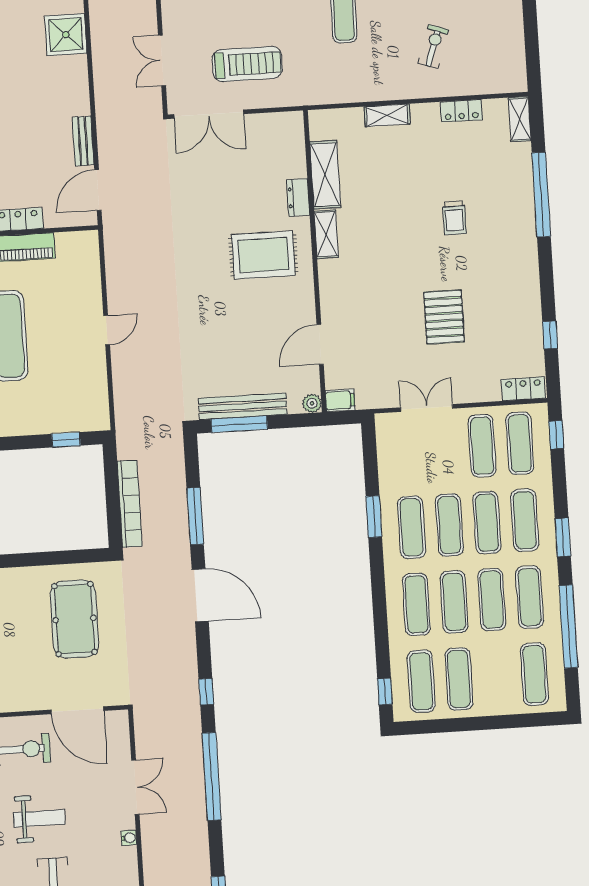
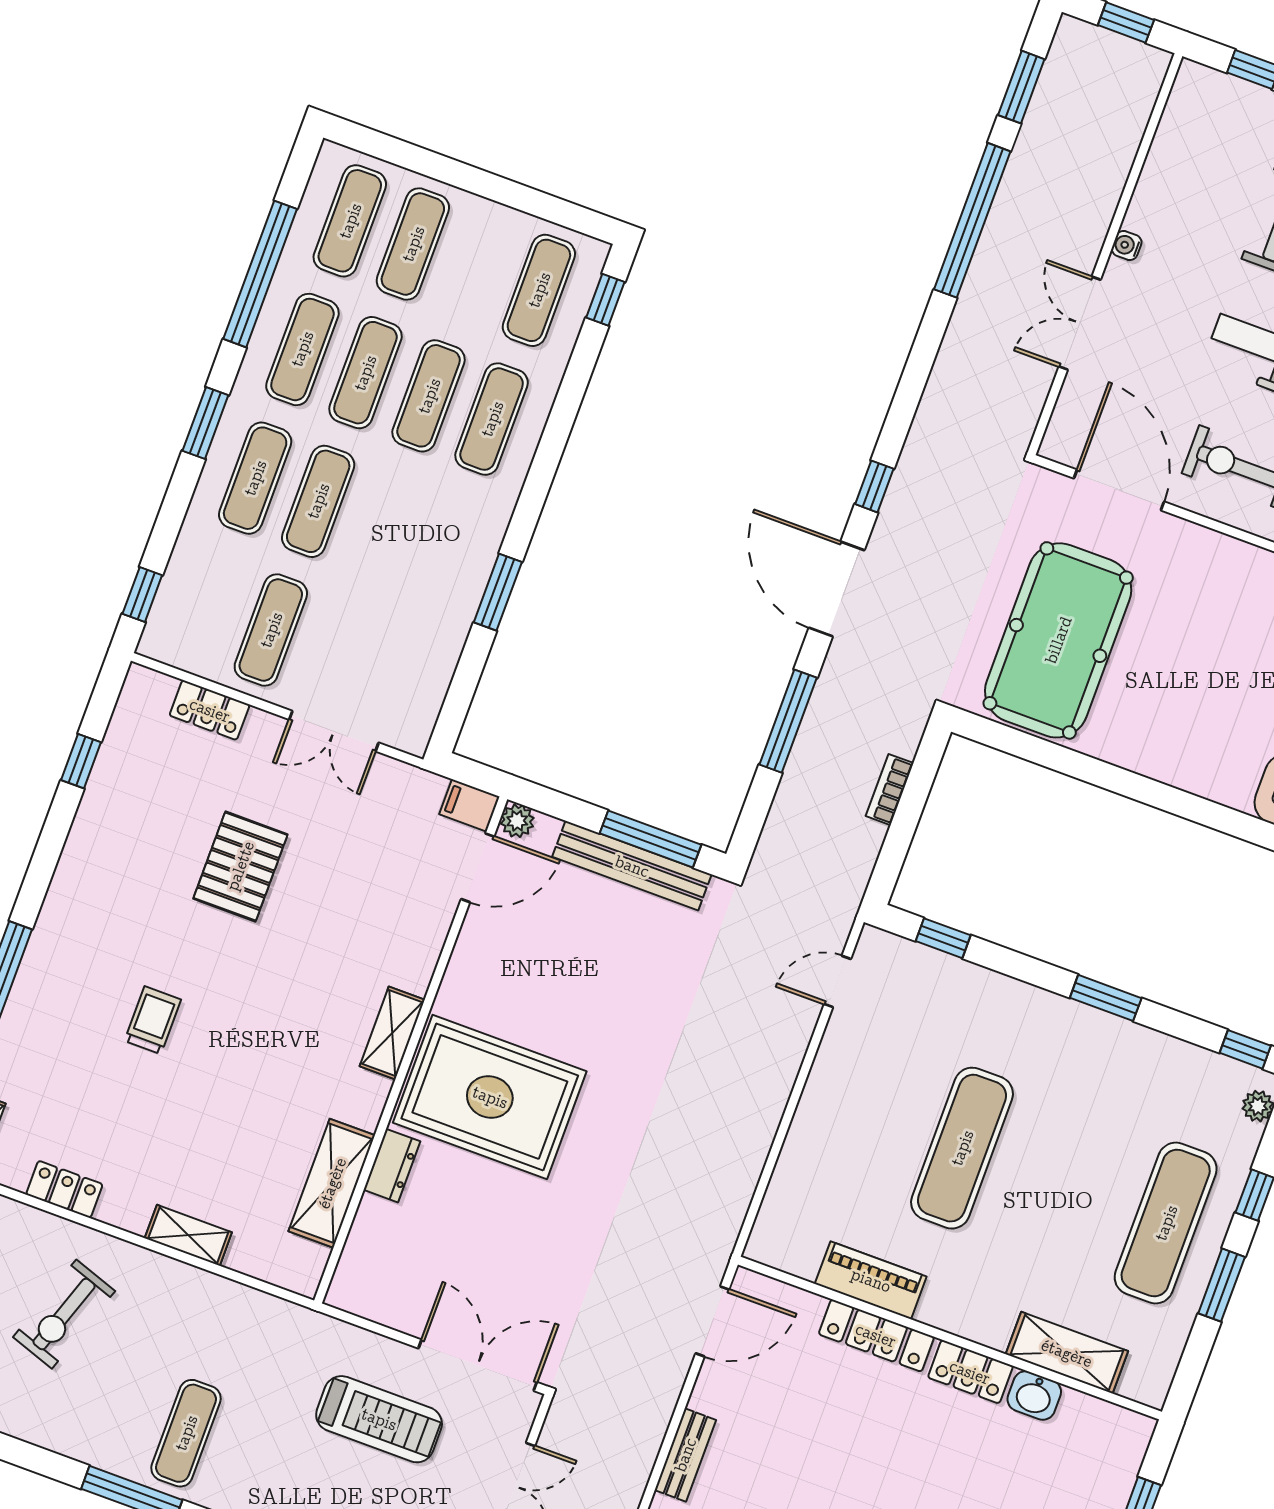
exercise bike: (433, 47) -> (64, 1314), width x1.38, depth x1.39
treadmill: (247, 64) -> (379, 1419), turned 180
bench: (83, 141) -> (685, 1455), moved
shelving: (326, 234) -> (392, 1033), moved
rug: (263, 255) -> (490, 1097), width x1.37, depth x1.44
door: (107, 330) -> (837, 982), moved
door: (320, 344) -> (478, 868), moved
locker: (523, 389) -> (210, 710), moved
exercise mat: (520, 443) -> (208, 607), removed
bookcase: (130, 504) -> (890, 790), width x0.43, depth x0.76
exercise mat: (449, 525) -> (381, 525), removed
exercise mat: (412, 527) -> (444, 548), removed
pool table: (74, 619) -> (1058, 640), width x1.36, depth x1.32
exercise mat: (459, 679) -> (413, 244), moved
window: (206, 692) -> (874, 486), moved
window: (212, 776) -> (972, 220), moved

